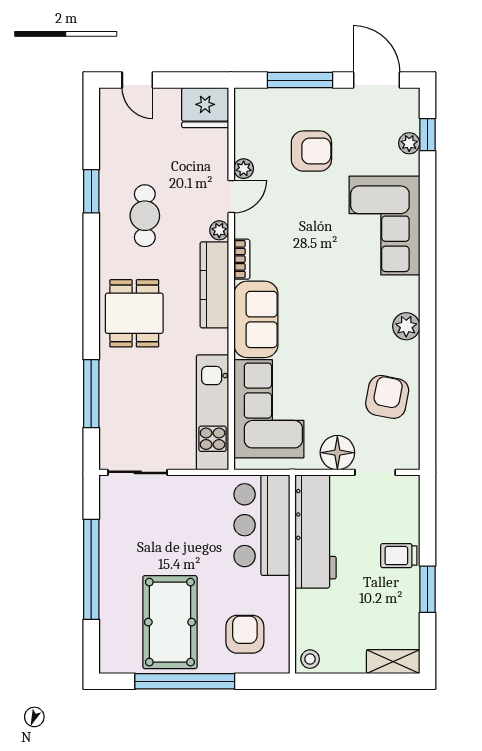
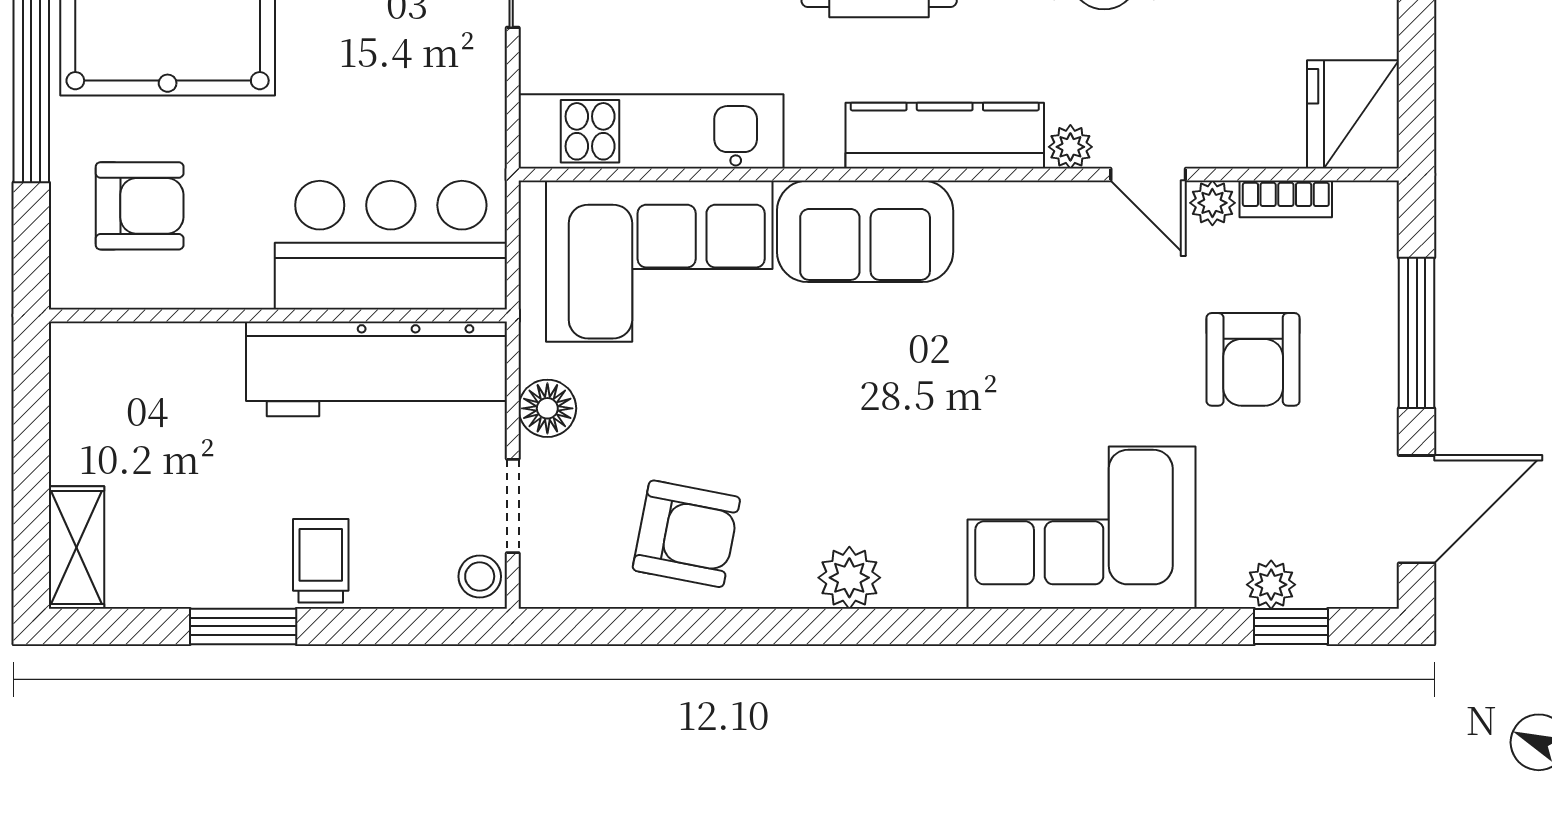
bookcase: (242, 259) -> (1286, 199), moved
floor lamp: (337, 453) -> (547, 408), width x0.73, depth x0.73
stool: (310, 659) -> (480, 576), moved

